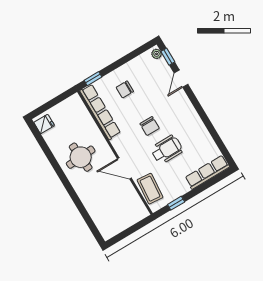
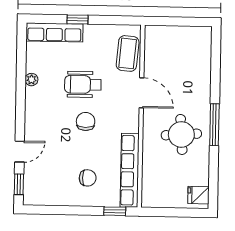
plant: (157, 54) -> (31, 80), moved
window: (63, 177) -> (214, 125), added
window: (176, 203) -> (77, 19), moved

